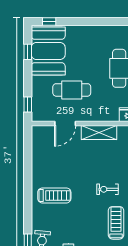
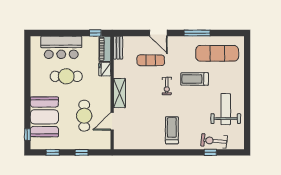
booth: (48, 51) -> (44, 117), moved, turned 90
window: (28, 104) -> (82, 152), moved
door: (65, 124) -> (112, 121), swing flipped

